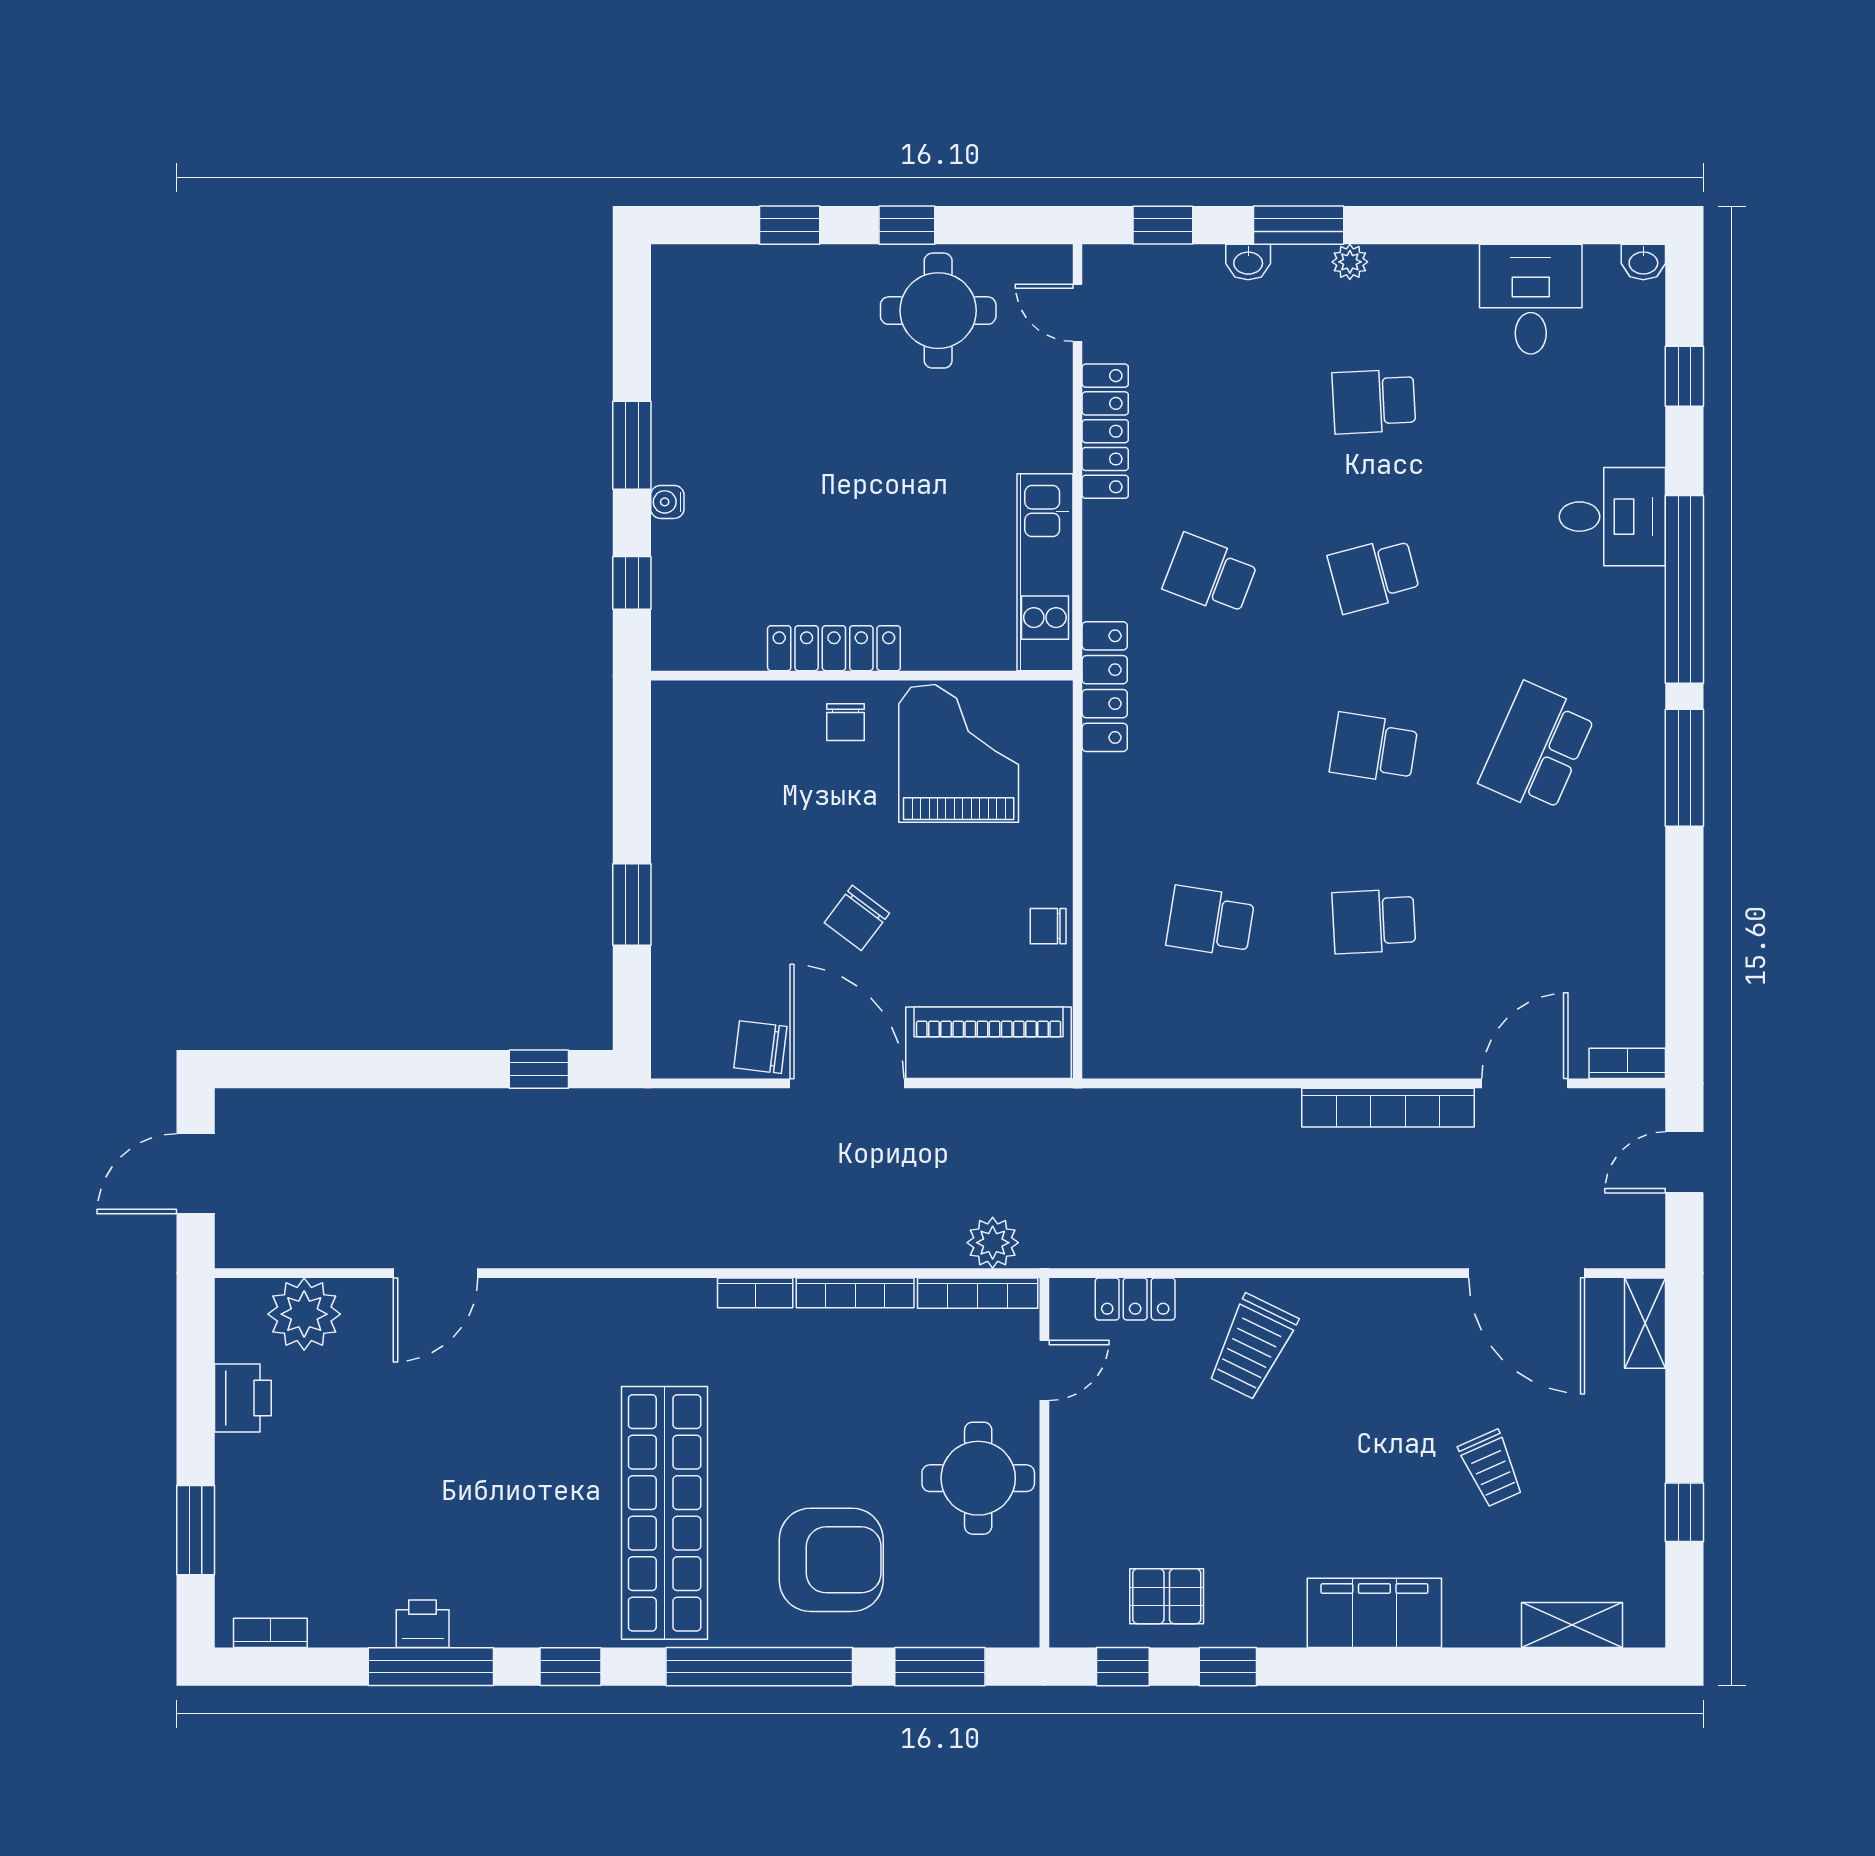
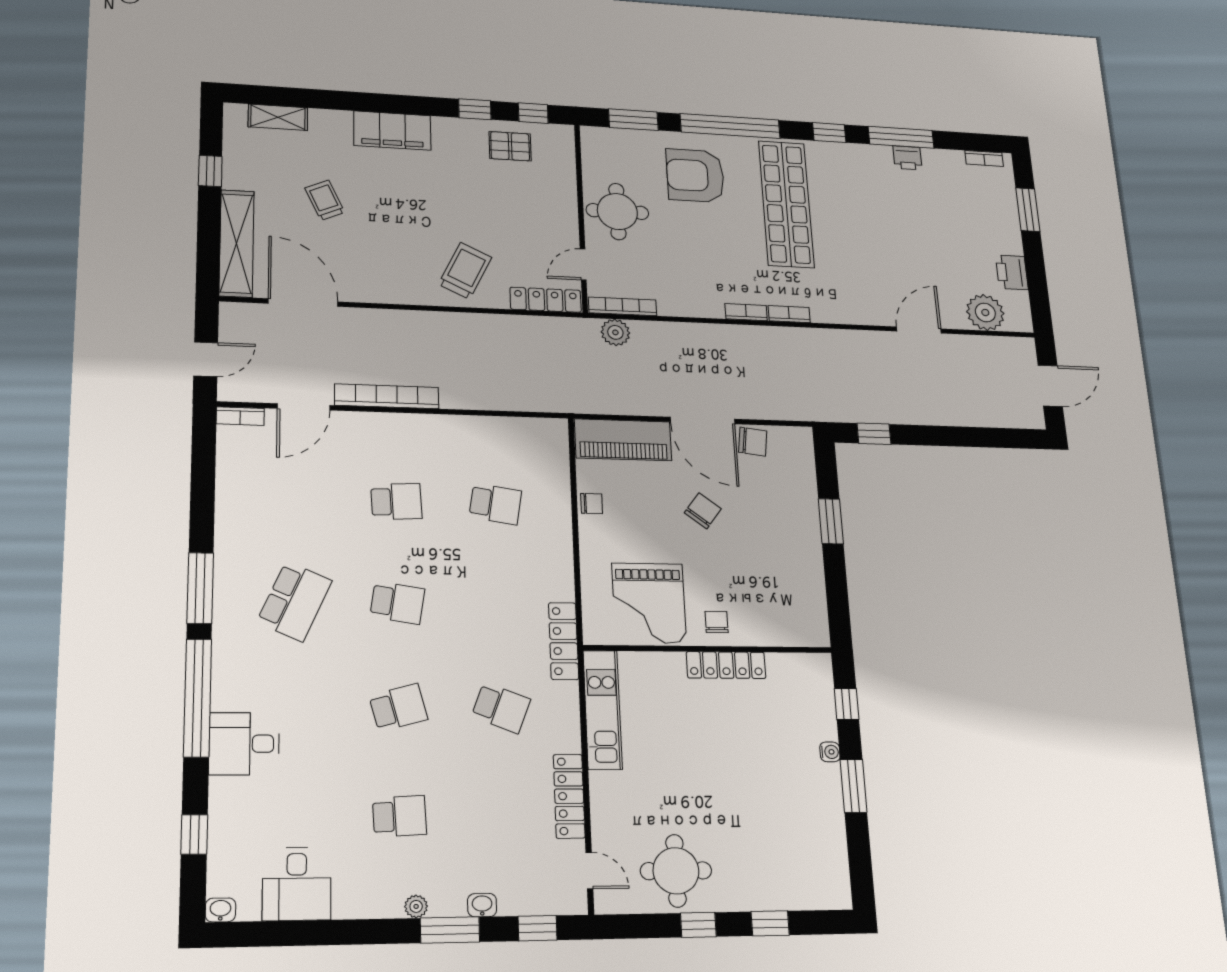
bookcase: (855, 1293) -> (789, 314), moved, width x0.64
locker: (1135, 1299) -> (546, 300), width x1.53
shelving: (1645, 1323) -> (237, 243), width x2.20, depth x1.33

